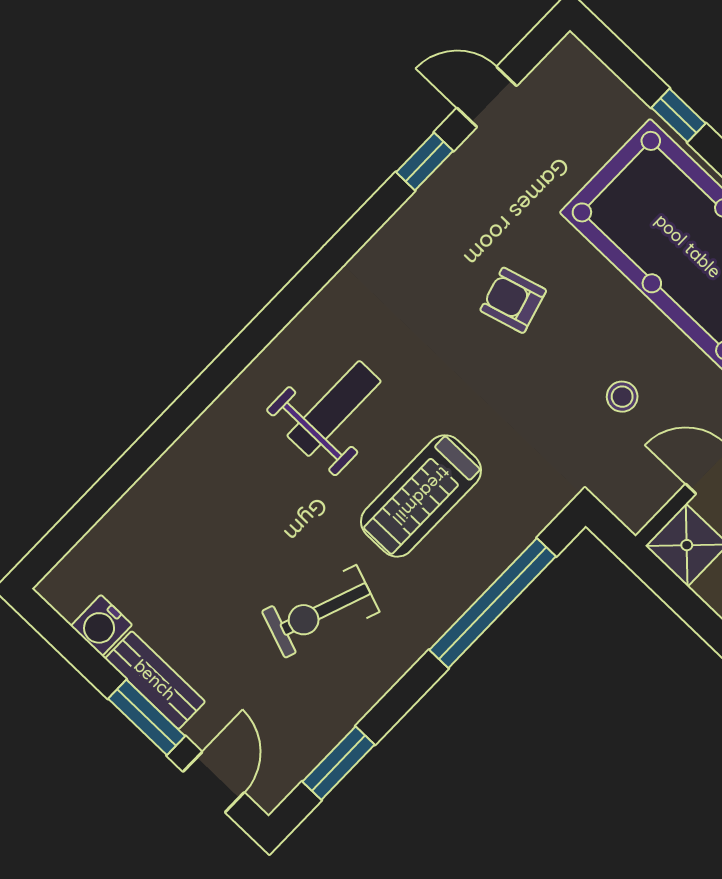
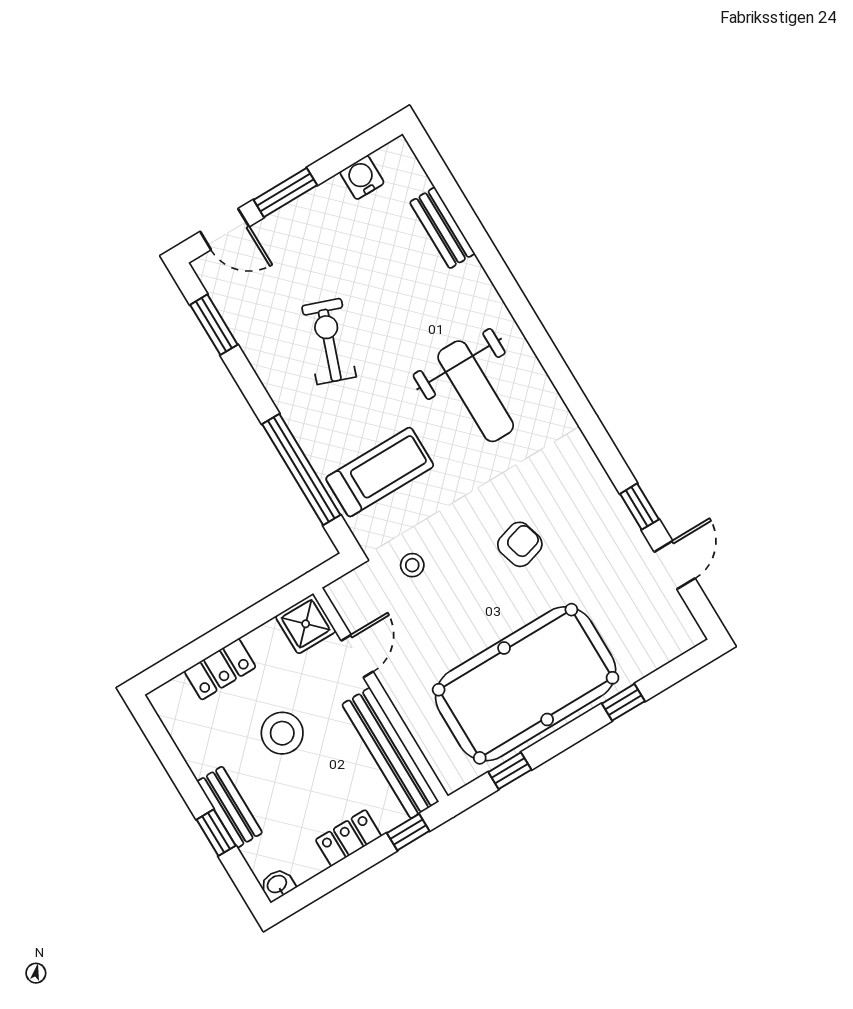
stool: (622, 397) -> (412, 565), moved
weight bench: (334, 408) -> (476, 391), width x1.36, depth x1.33
treadmill: (421, 496) -> (380, 472), moved, turned 90
bench: (155, 680) -> (442, 228), moved, turned 90

